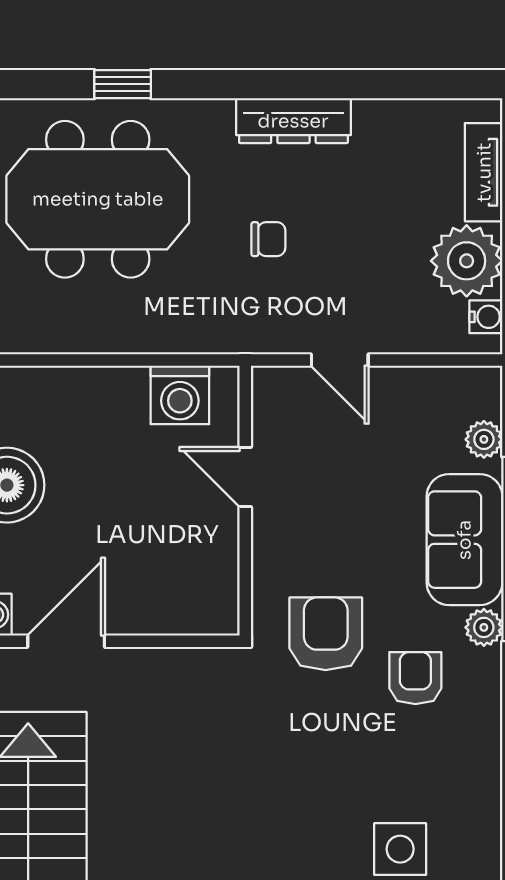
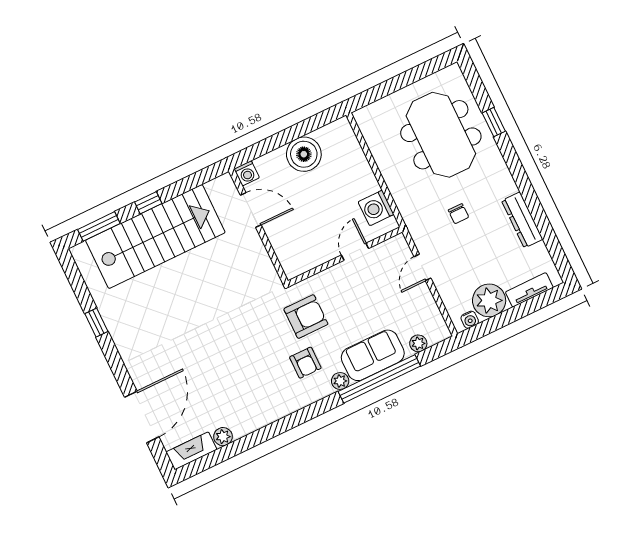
dresser: (293, 121) -> (522, 220), moved
armchair: (415, 678) -> (305, 363), turned 90
side table: (400, 849) -> (231, 391), removed

